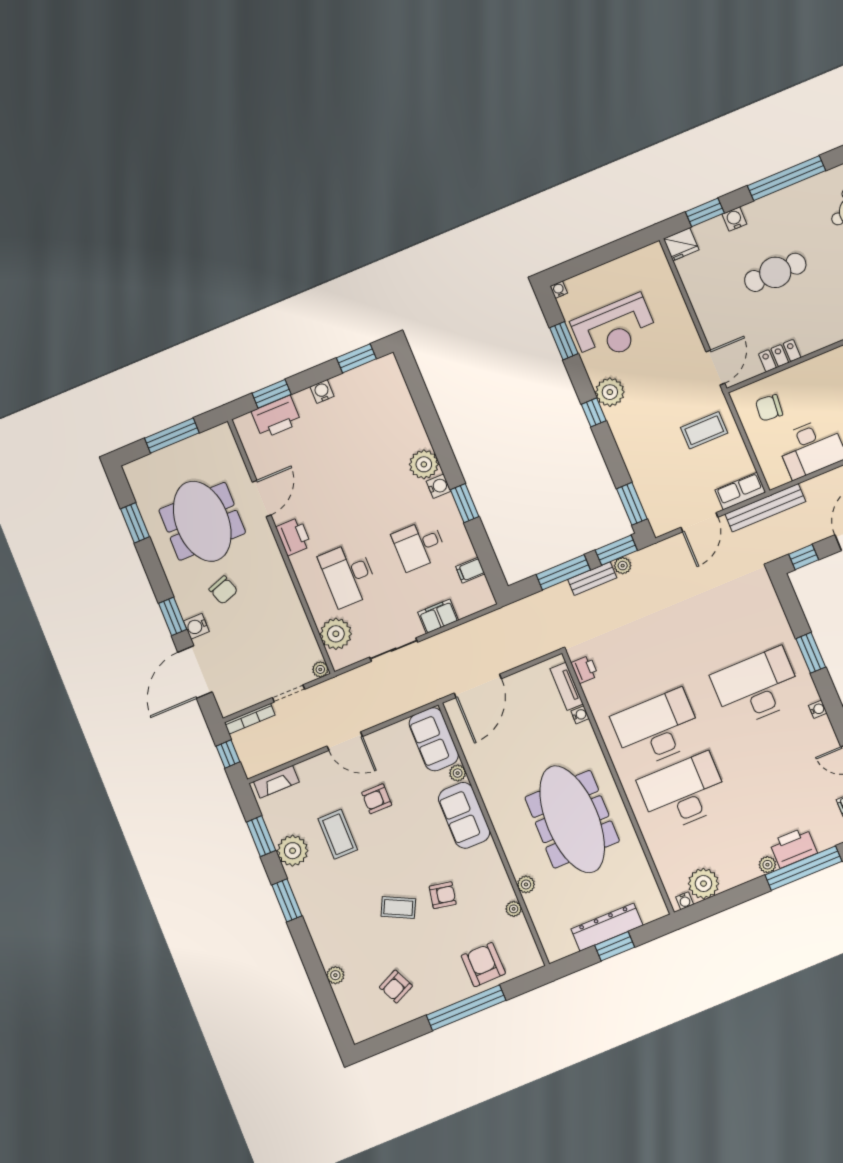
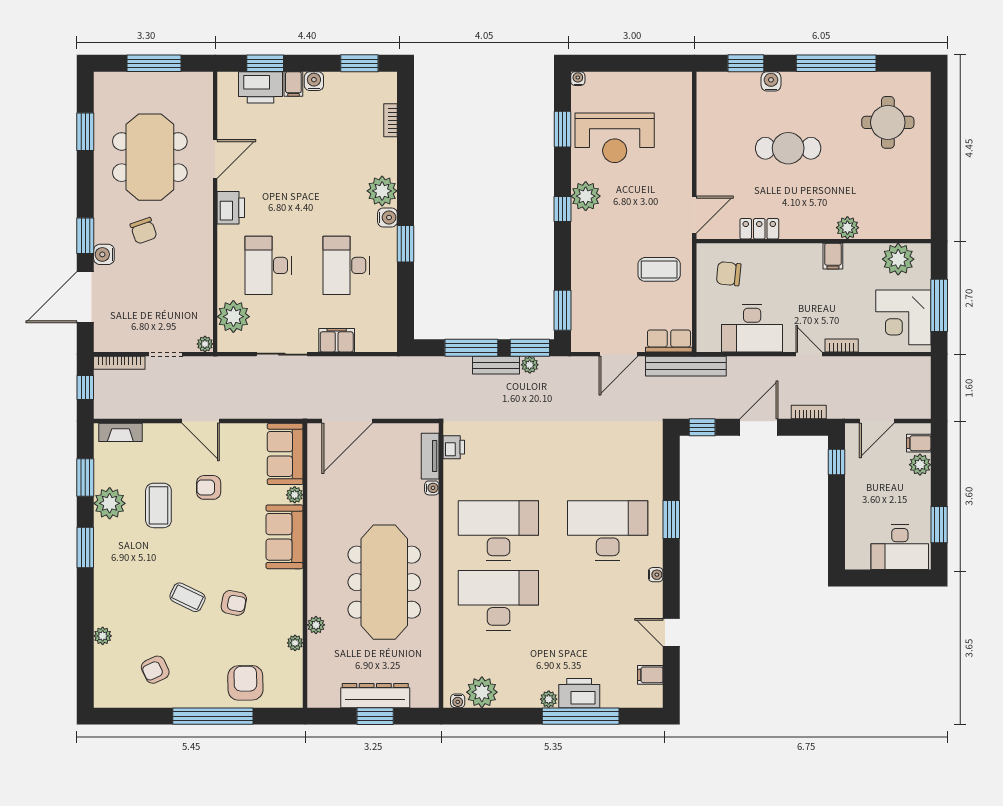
fridge: (681, 244) -> (711, 84), removed
bookcase: (405, 398) -> (391, 120), added
desk: (419, 545) -> (346, 265), width x1.37
filing cabinet: (470, 570) -> (293, 84), moved, turned -90

